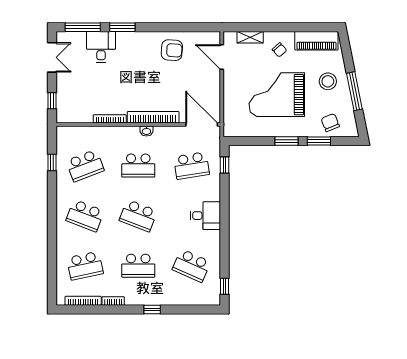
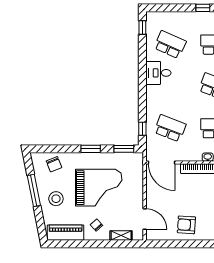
window: (319, 141) -> (124, 149), moved
school desk: (191, 166) -> (170, 128), turned 30
desk: (205, 216) -> (158, 73), moved

